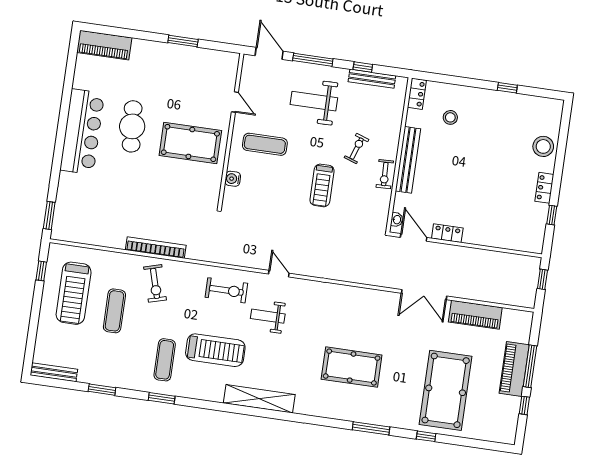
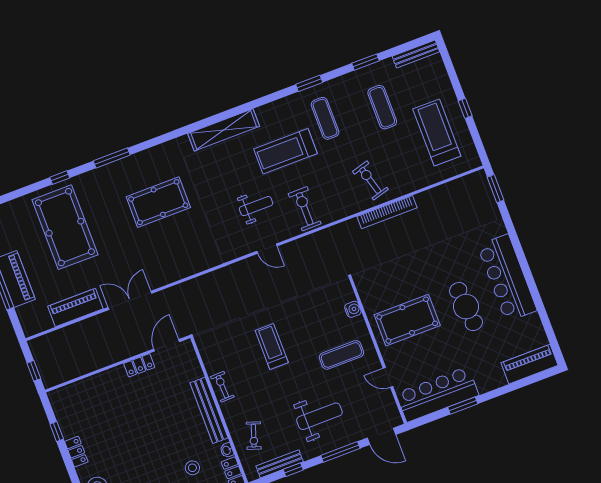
bar counter: (200, 63) -> (437, 394), added
exercise bike: (357, 149) -> (254, 436), moved
washbasin: (397, 220) -> (227, 450), moved
door: (414, 237) -> (167, 345), swing flipped
window: (41, 271) -> (465, 108), moved
exercise bike: (226, 290) -> (305, 209), turned 90
exercise mat: (114, 311) -> (382, 107), moved

